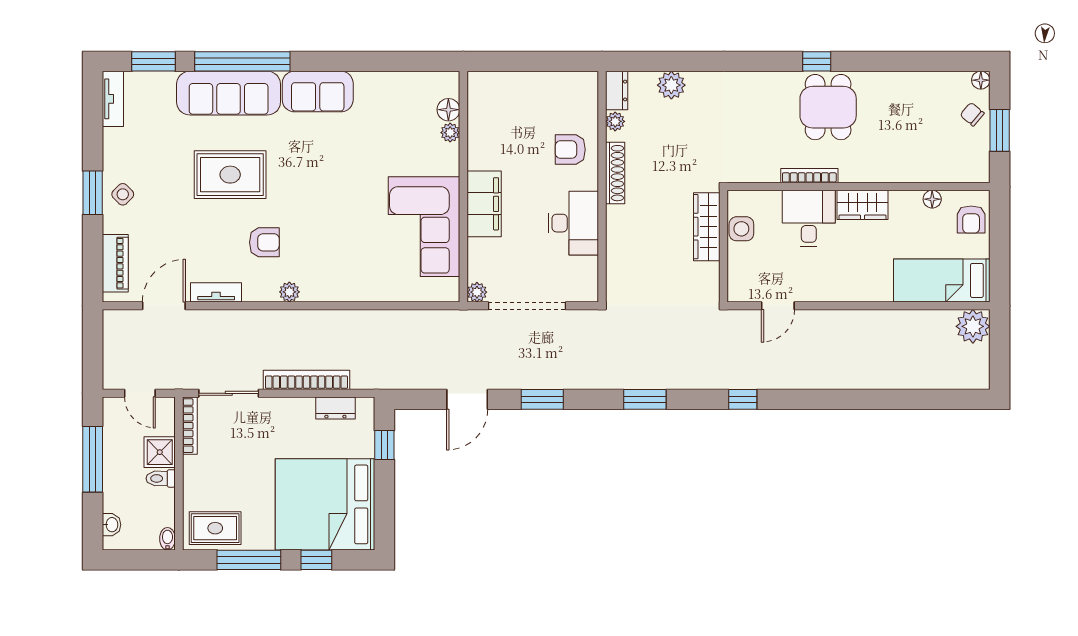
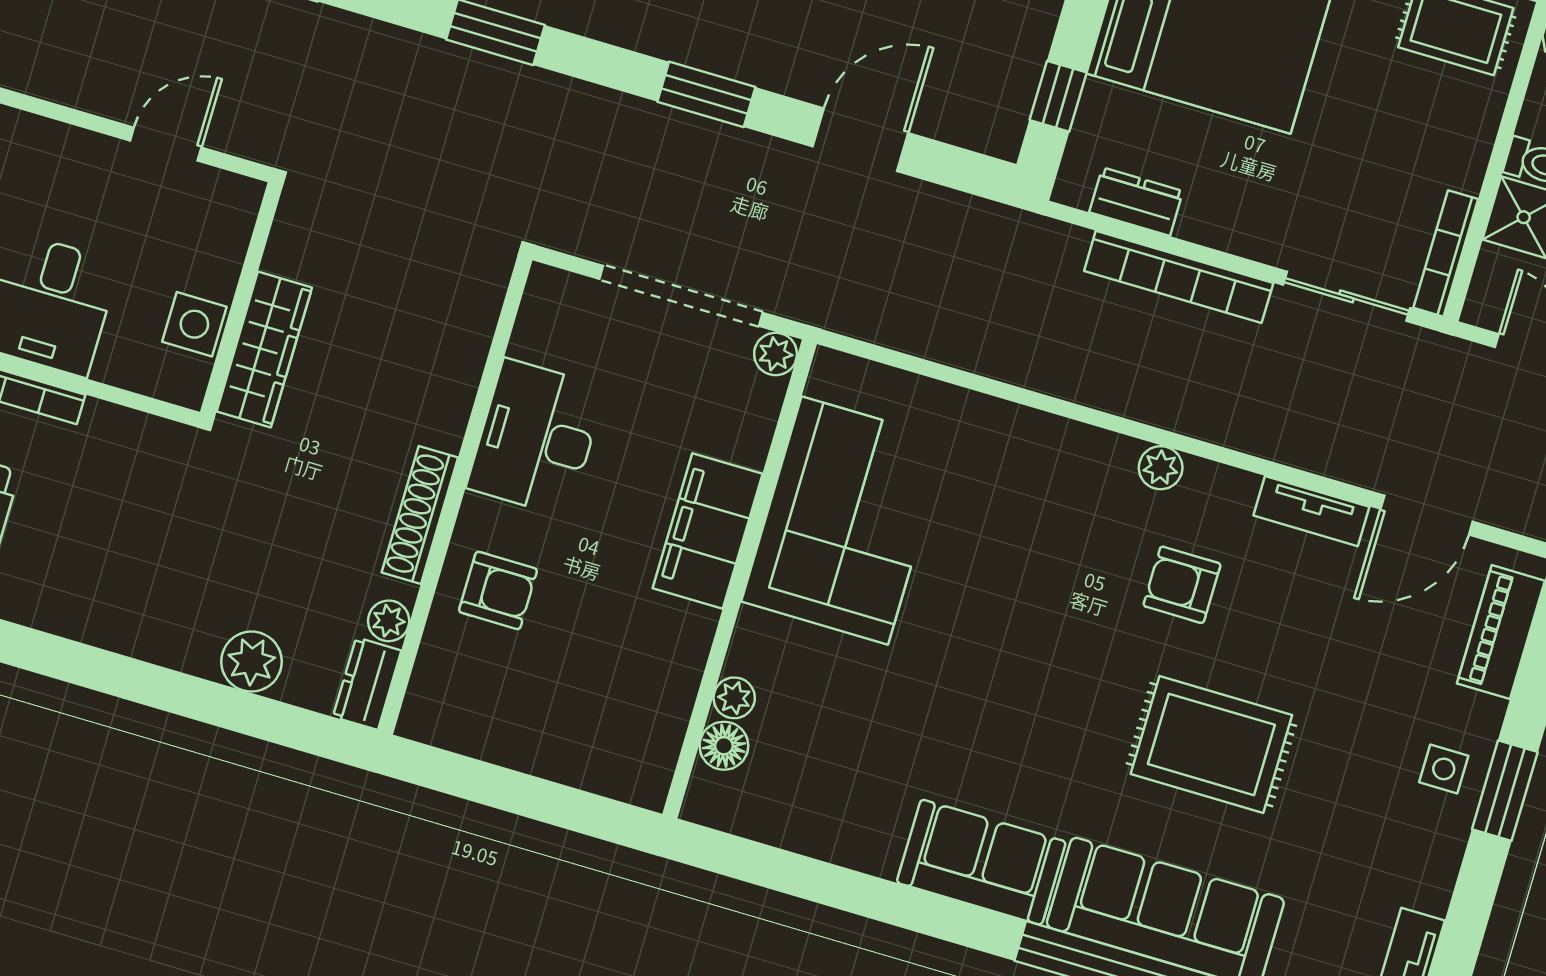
side table: (123, 194) -> (1444, 769), turned 45

